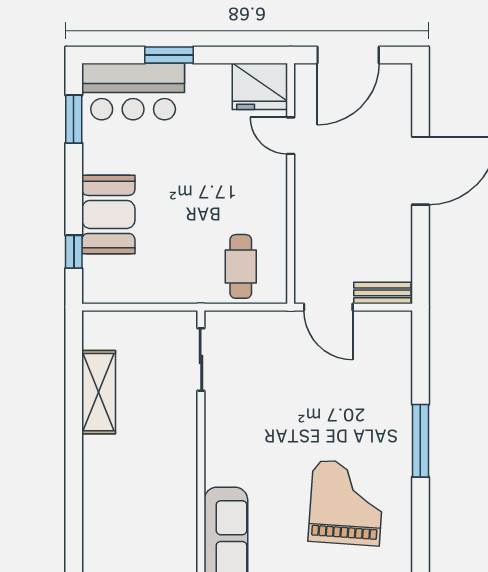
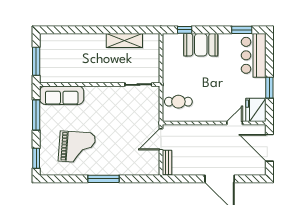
window: (169, 55) -> (269, 88), moved

